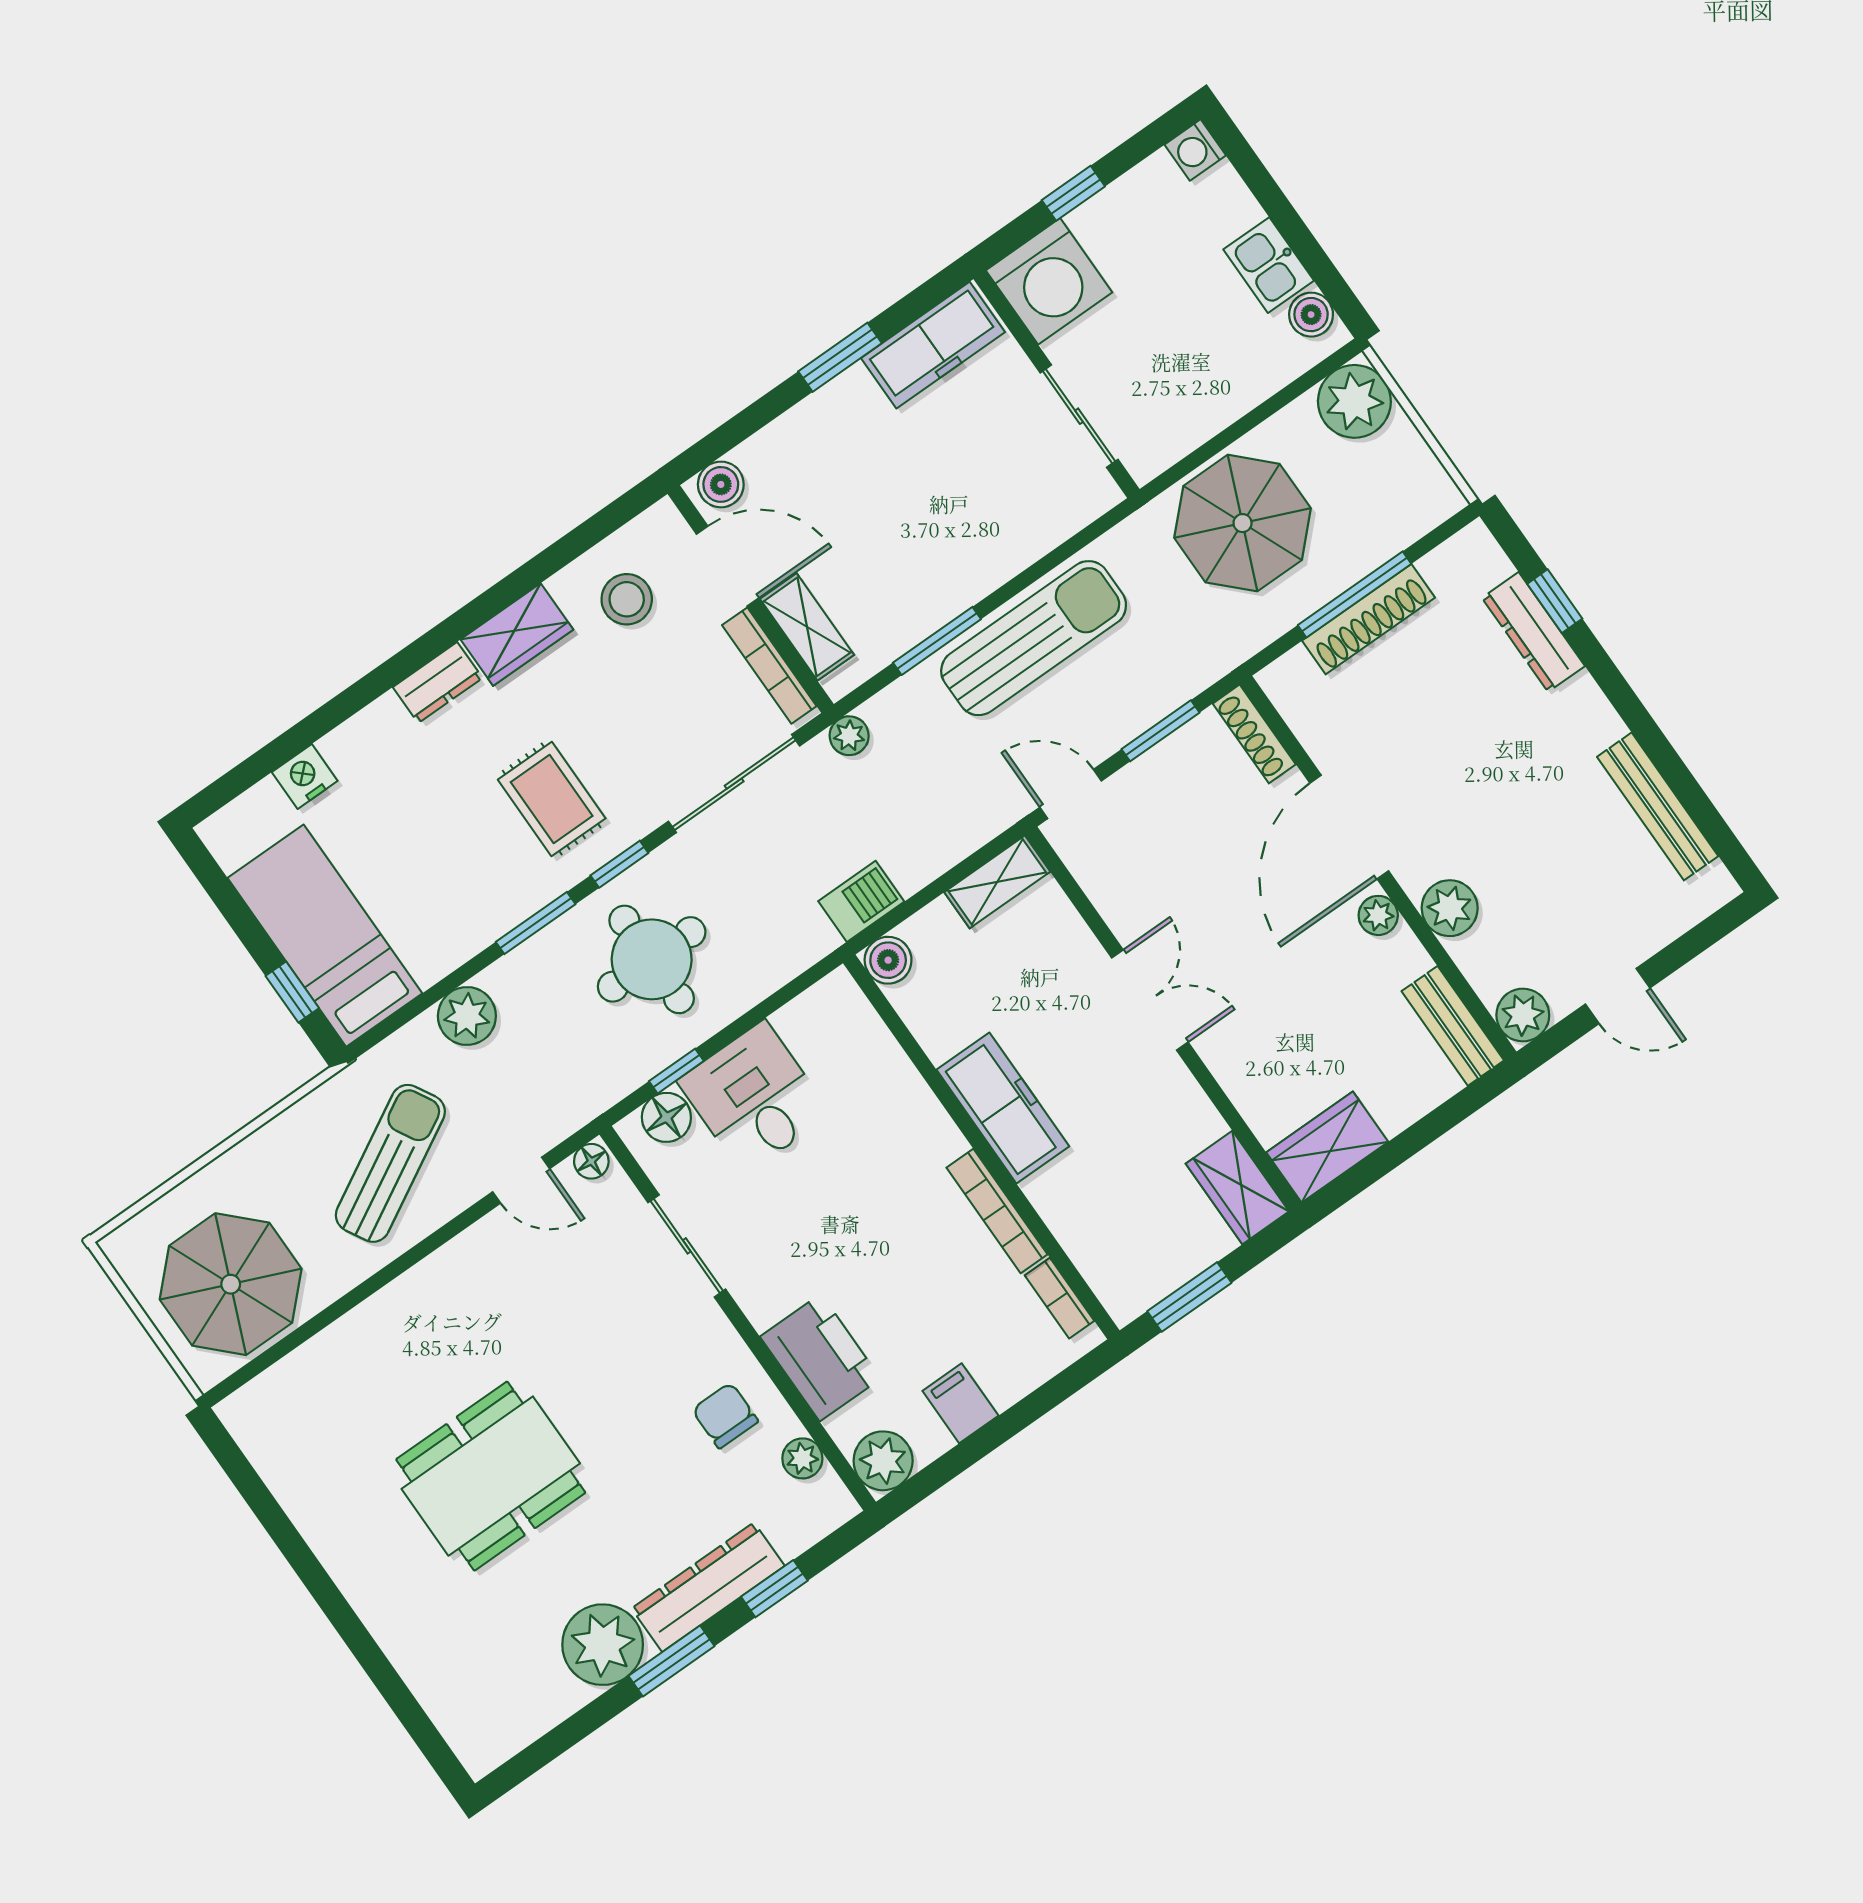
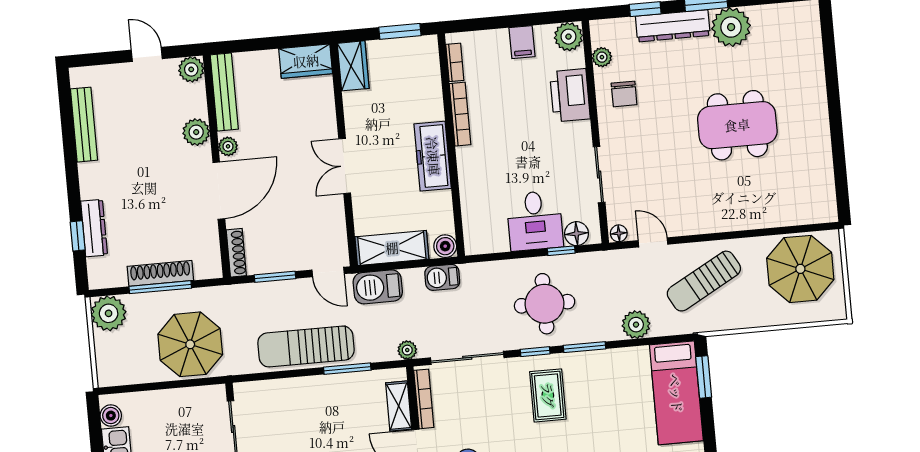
plant: (1354, 401) -> (109, 313), moved
barbecue: (967, 818) -> (378, 287), added
shelving: (997, 882) -> (392, 248), width x1.50, depth x1.33
window: (292, 992) -> (704, 377), width x1.50
bench: (1453, 1026) -> (224, 92), width x1.36

